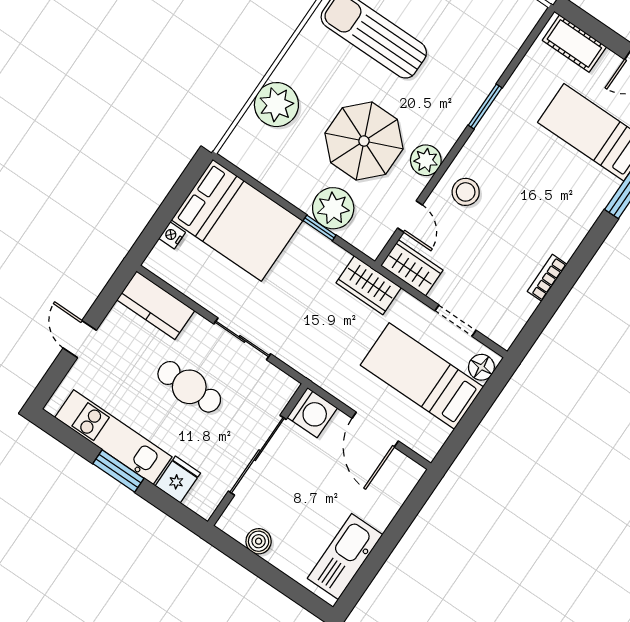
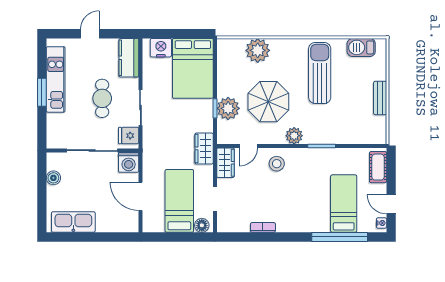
plant: (426, 160) -> (294, 136), moved
nightstand: (172, 235) -> (161, 48), width x1.89, depth x1.79
door: (375, 430) -> (140, 196), hinge flipped
fridge: (178, 479) -> (129, 136), moved, turned 180

